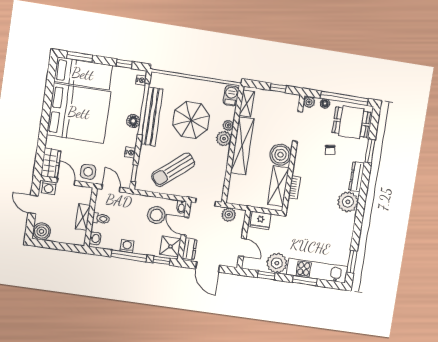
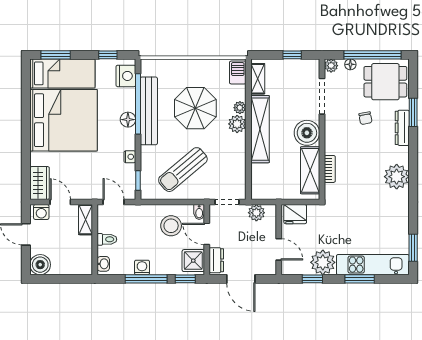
nightstand: (141, 80) -> (126, 76), width x1.89, depth x1.79
side table: (88, 172) -> (84, 187), removed
dresser: (357, 177) -> (402, 128), moved
shelving: (83, 217) -> (86, 220), moved

